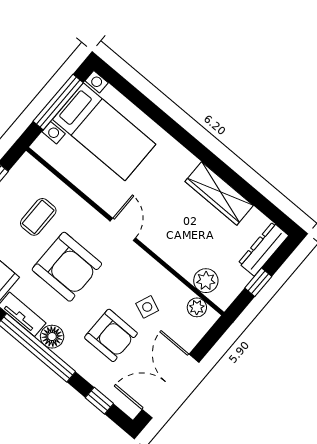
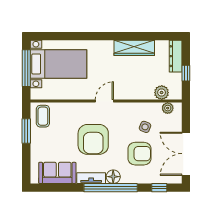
coffee table: (38, 217) -> (43, 116), moved
door: (123, 229) -> (104, 101), hinge flipped
armchair: (67, 267) -> (93, 139), turned 90

